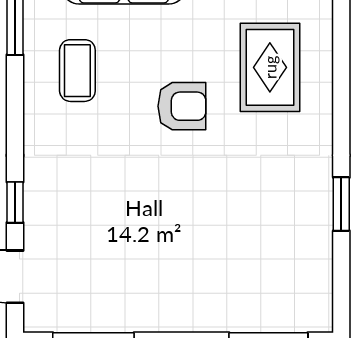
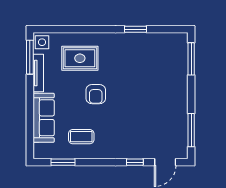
armchair: (182, 106) -> (96, 94), turned 180

